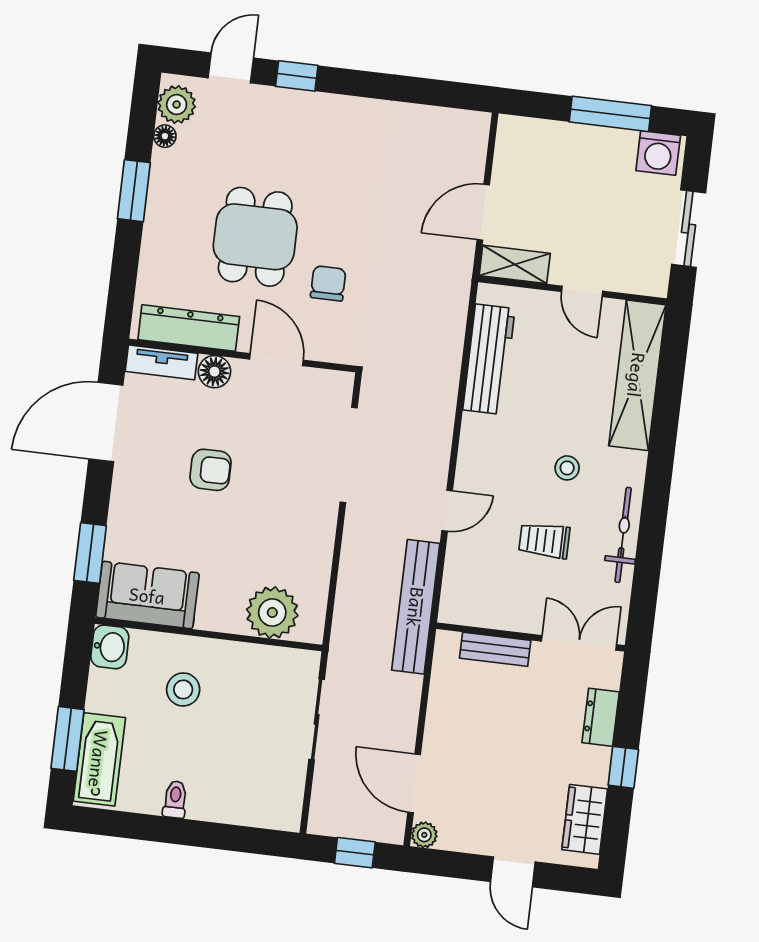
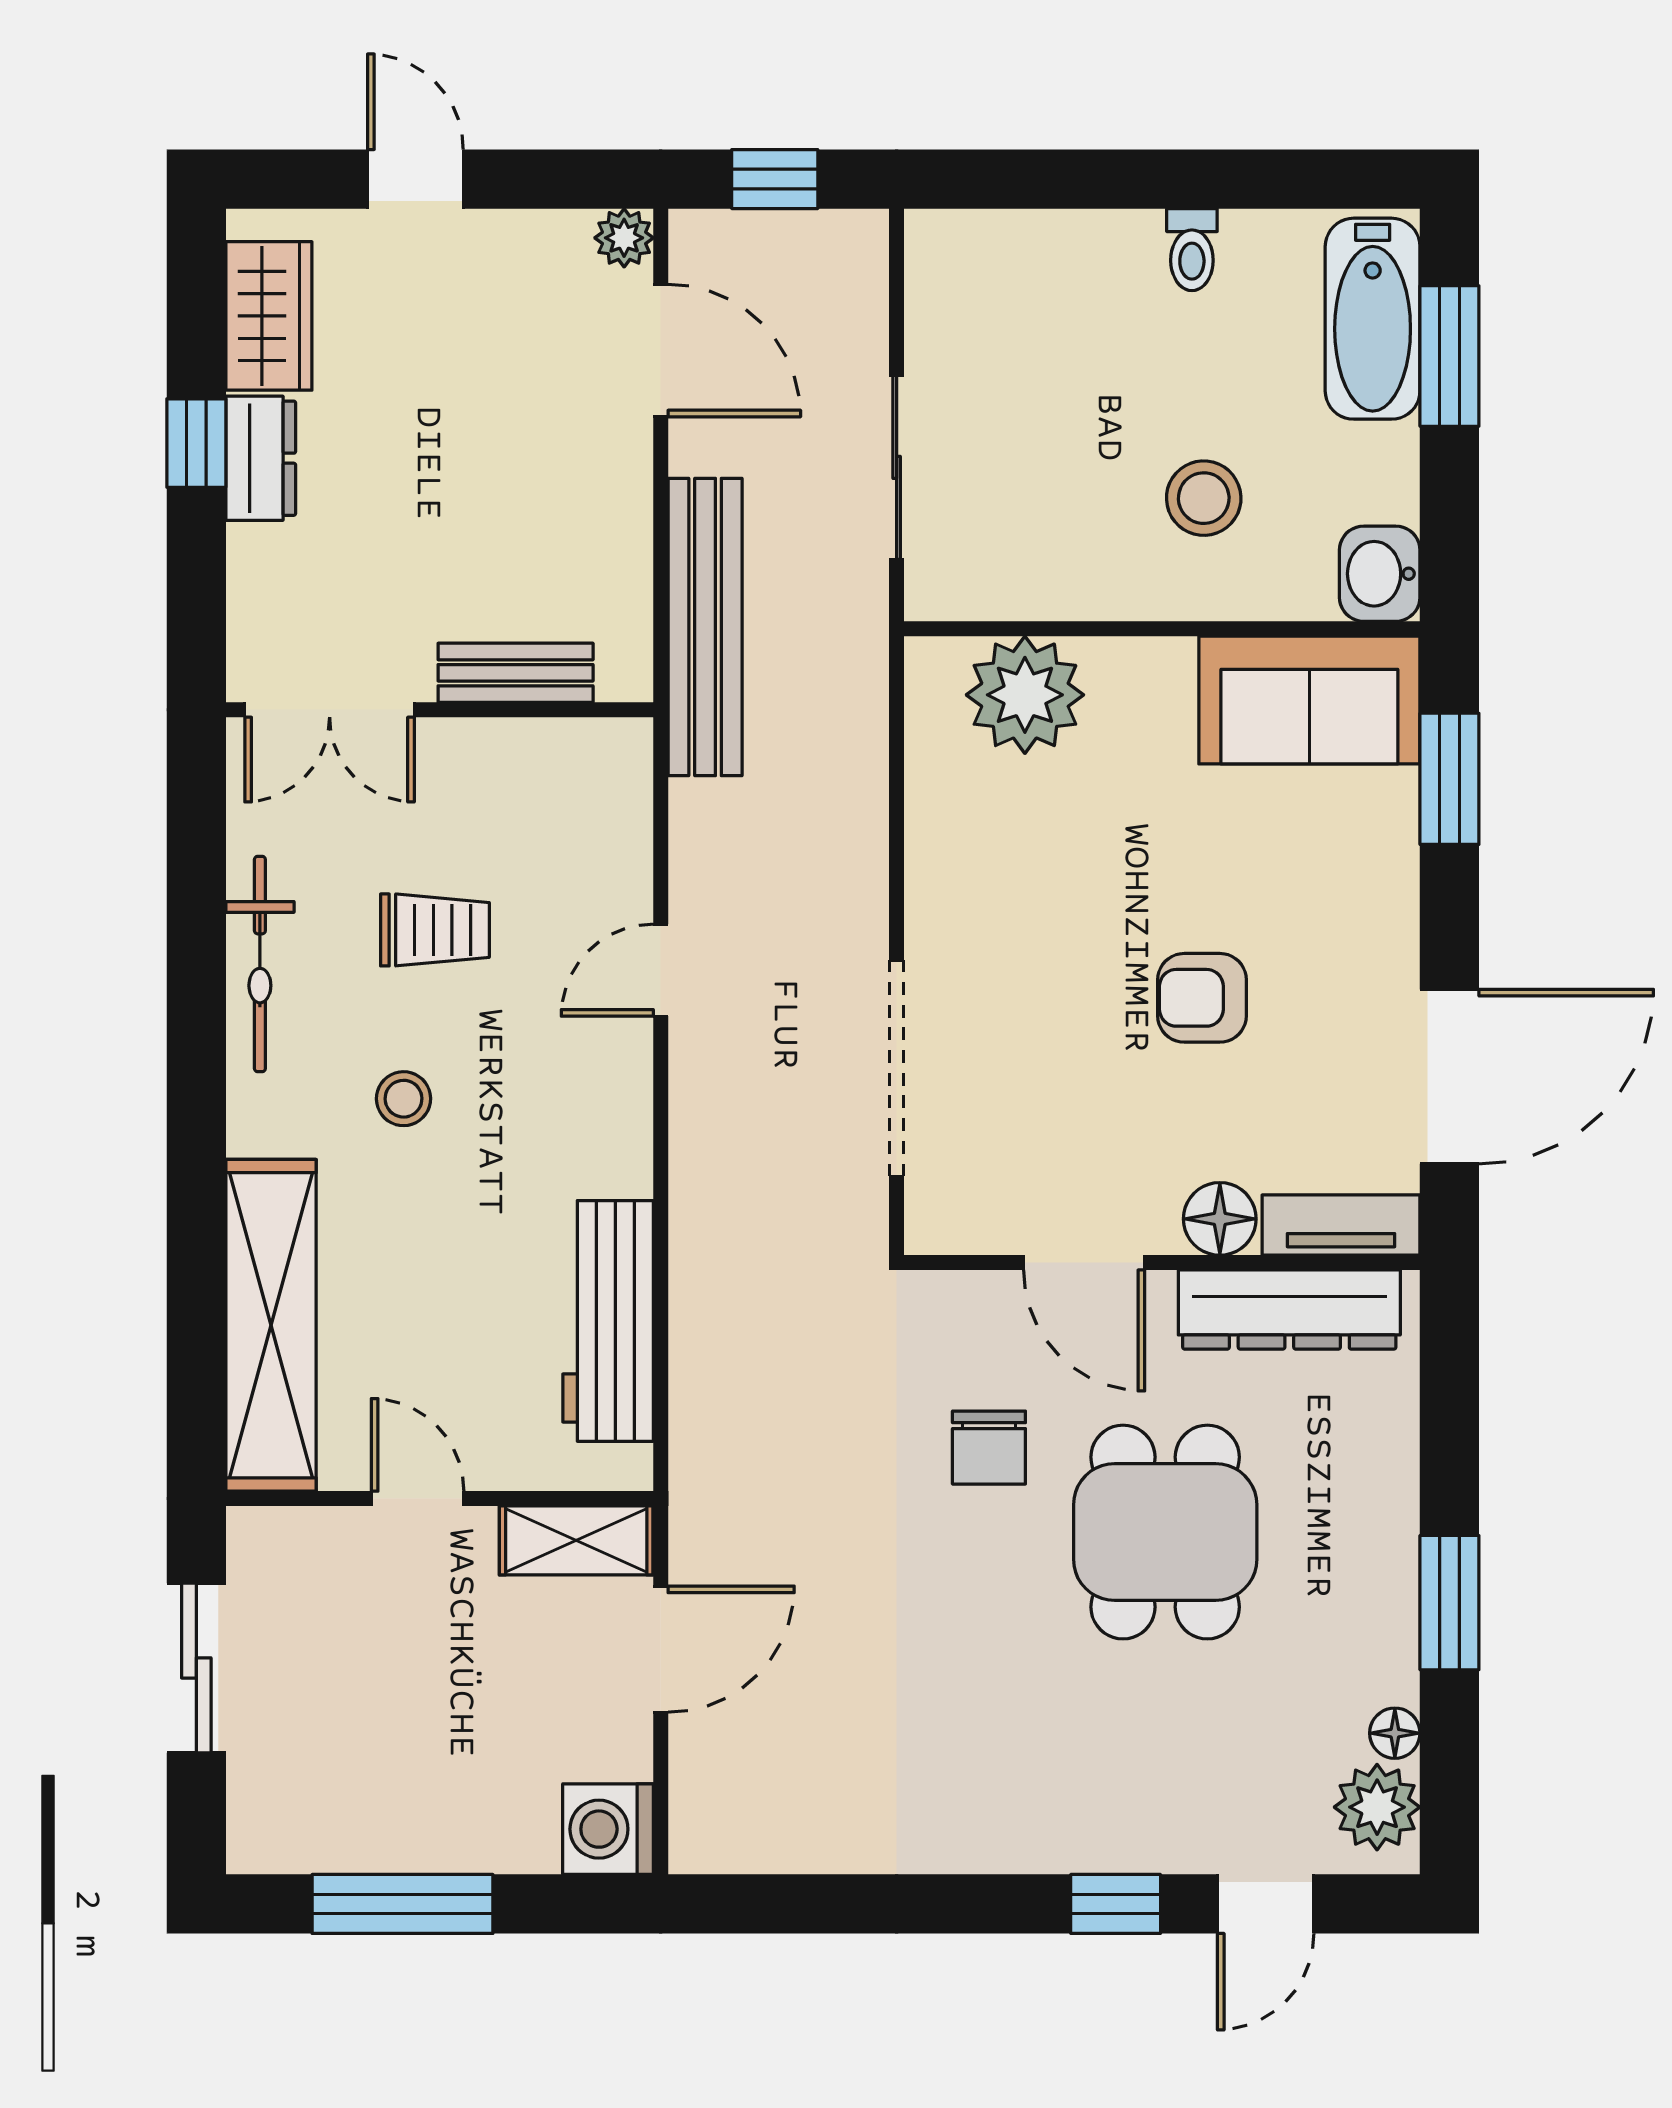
washing machine: (658, 153) -> (608, 1829), moved, turned -90
bench: (416, 607) -> (705, 627), moved
dresser: (601, 717) -> (261, 458), moved

